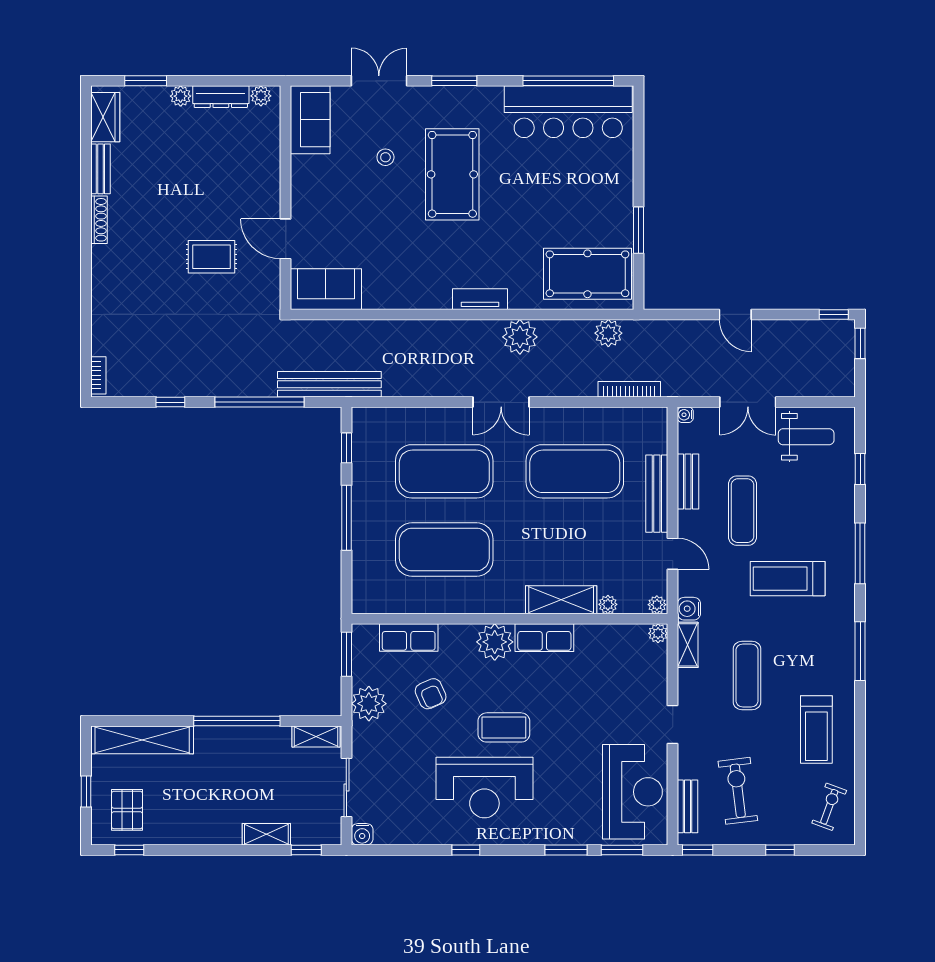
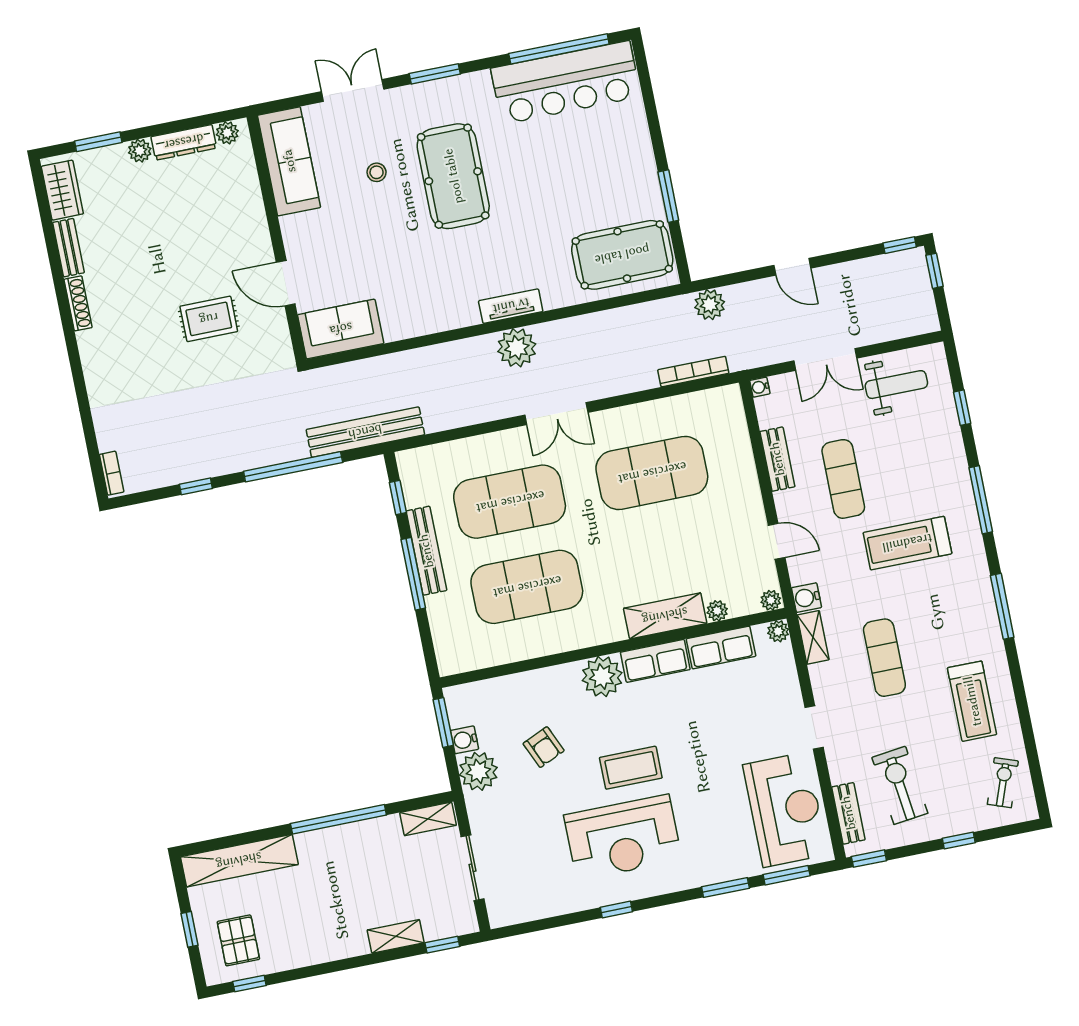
sofa: (310, 120) -> (289, 161), width x1.36
plant: (608, 333) -> (710, 305), moved
plant: (520, 337) -> (517, 348), moved
bench: (657, 494) -> (426, 551), moved
row of seats: (409, 638) -> (721, 648), moved
water cooler: (362, 834) -> (464, 740), moved, turned 90

